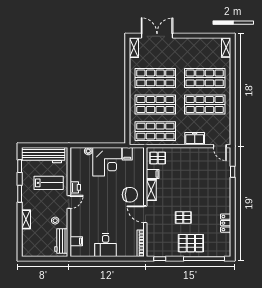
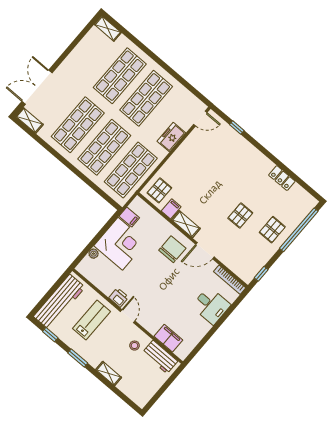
filing cabinet: (76, 241) -> (168, 338), width x2.00
pallet: (191, 243) -> (272, 230), width x0.67, depth x0.71
desk: (106, 245) -> (211, 306), moved

